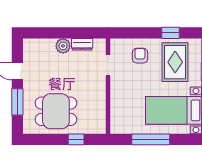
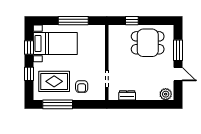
window: (171, 33) -> (58, 104), width x2.17
plant: (63, 46) -> (166, 94), moved
rug: (175, 62) -> (54, 81), turned 90

